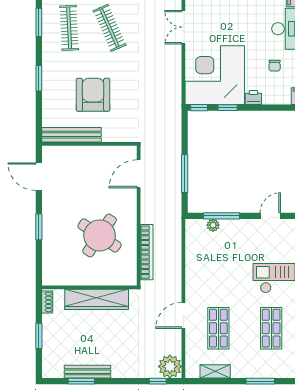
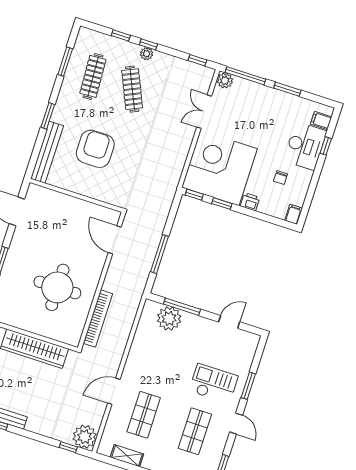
bench: (71, 135) -> (47, 152), moved, turned 90
door: (139, 174) -> (115, 240), hinge flipped
plant: (213, 225) -> (169, 318), width x1.88, depth x1.88
round table: (100, 235) -> (57, 287), turned -34

